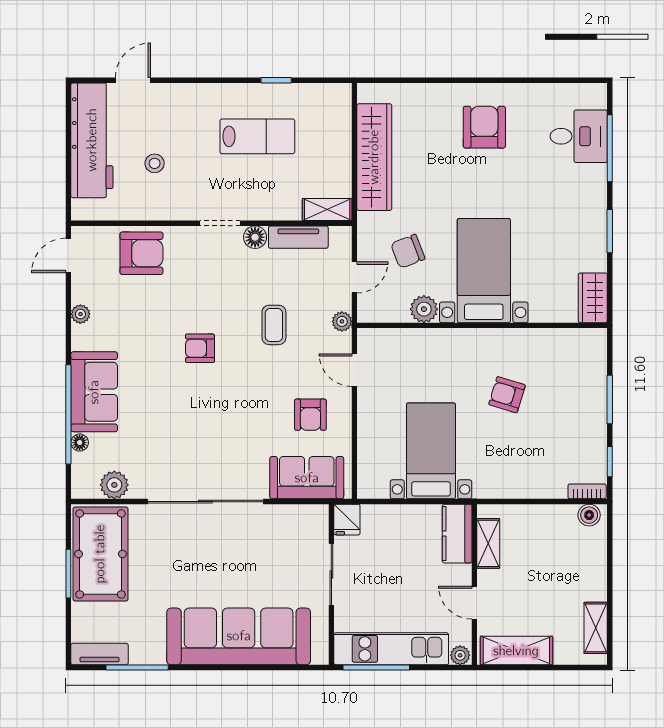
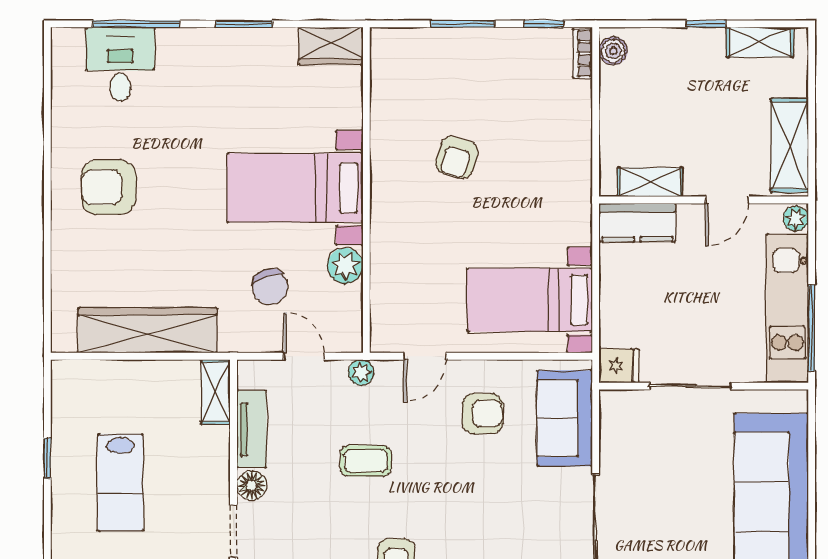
lab bench: (257, 136) -> (120, 483), turned 180
bed with nightstands: (431, 451) -> (530, 300), moved
window: (610, 586) -> (706, 24), added

